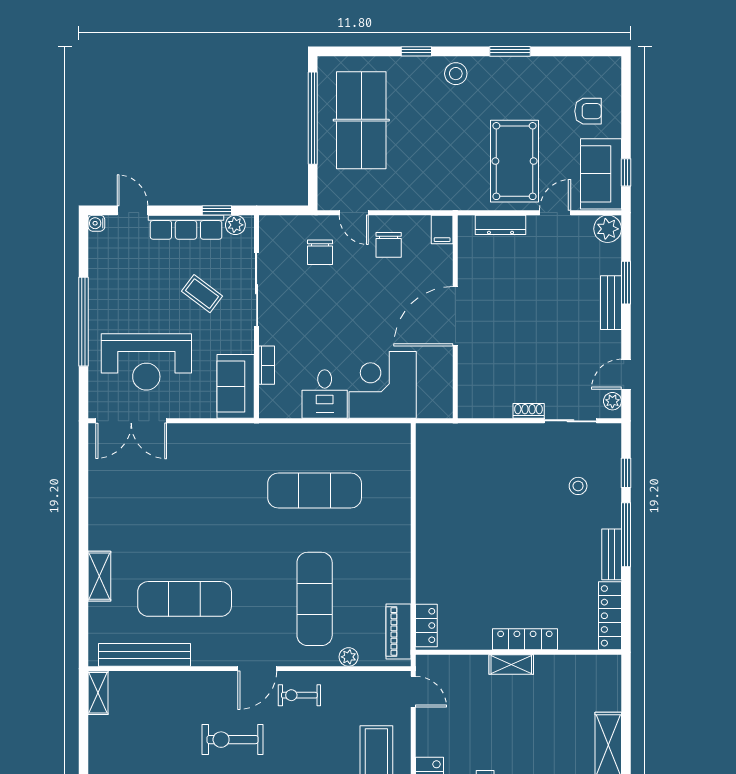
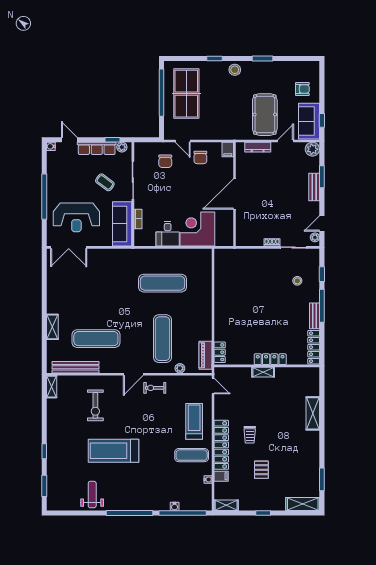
sofa: (236, 386) -> (122, 224), width x1.36
exercise bike: (233, 740) -> (95, 405), moved, turned -90

